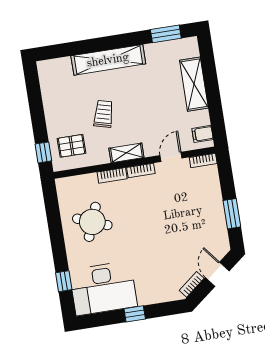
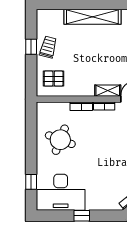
trolley: (104, 114) -> (48, 47), moved
window: (43, 152) -> (31, 47), moved
shelving: (126, 153) -> (108, 91), moved

